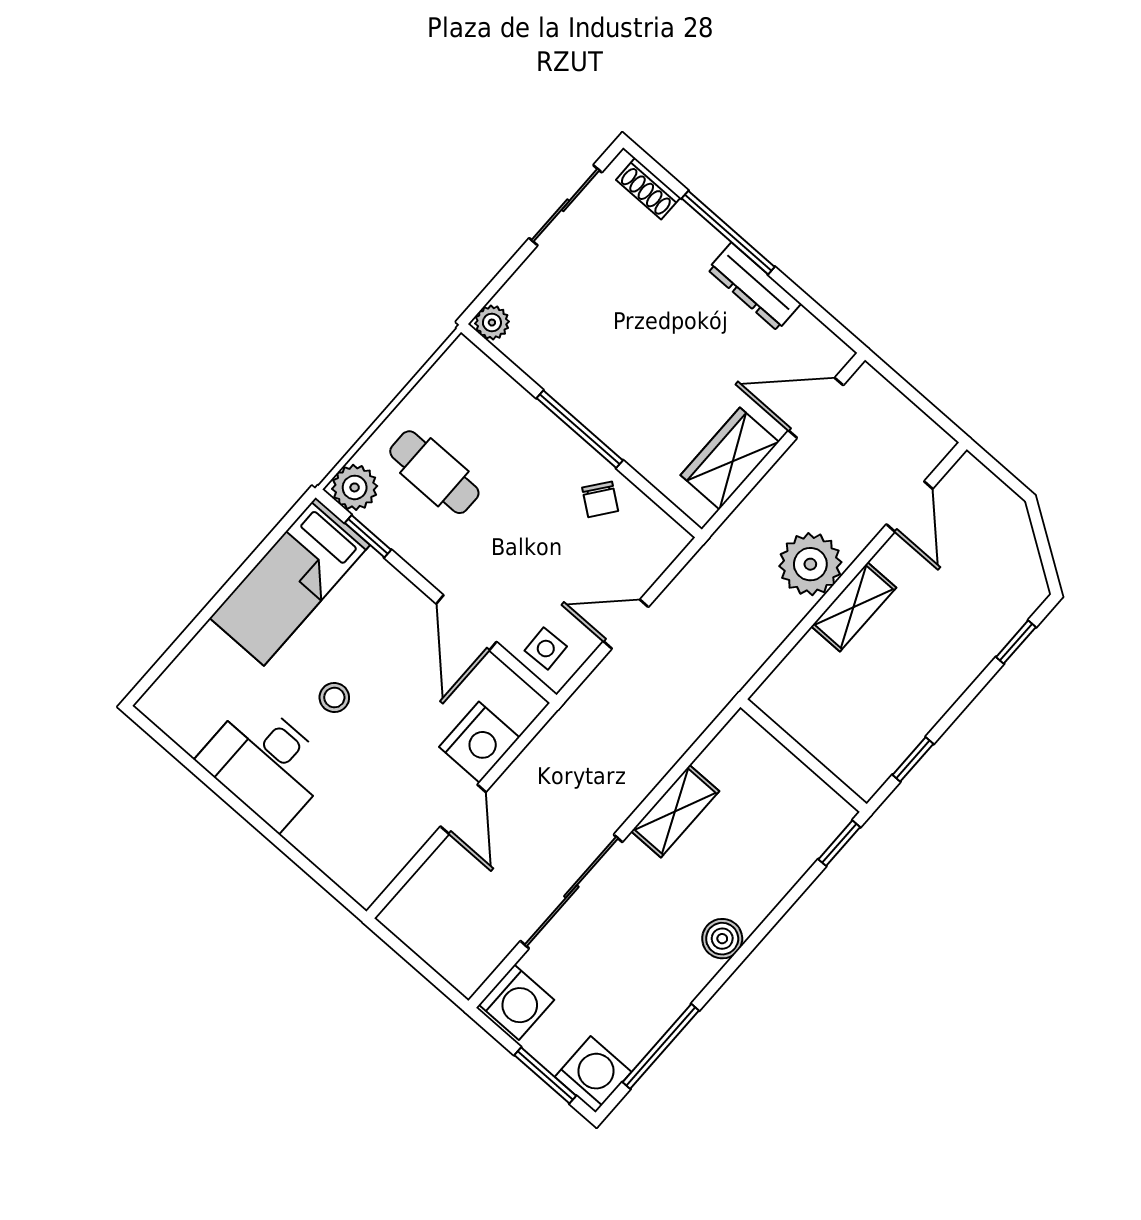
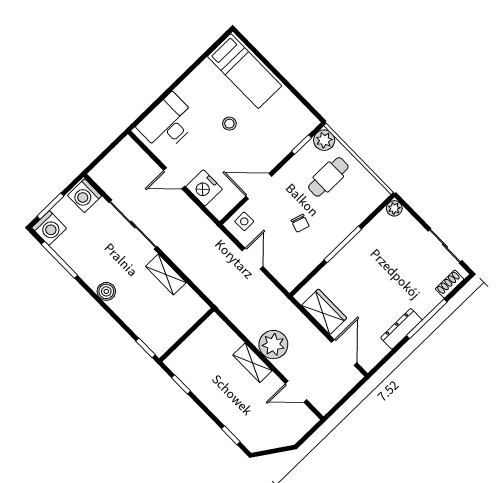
chair: (600, 499) -> (300, 223), moved, turned -109
bed: (290, 581) -> (245, 71), moved, turned 180
desk: (266, 764) -> (168, 123), moved

